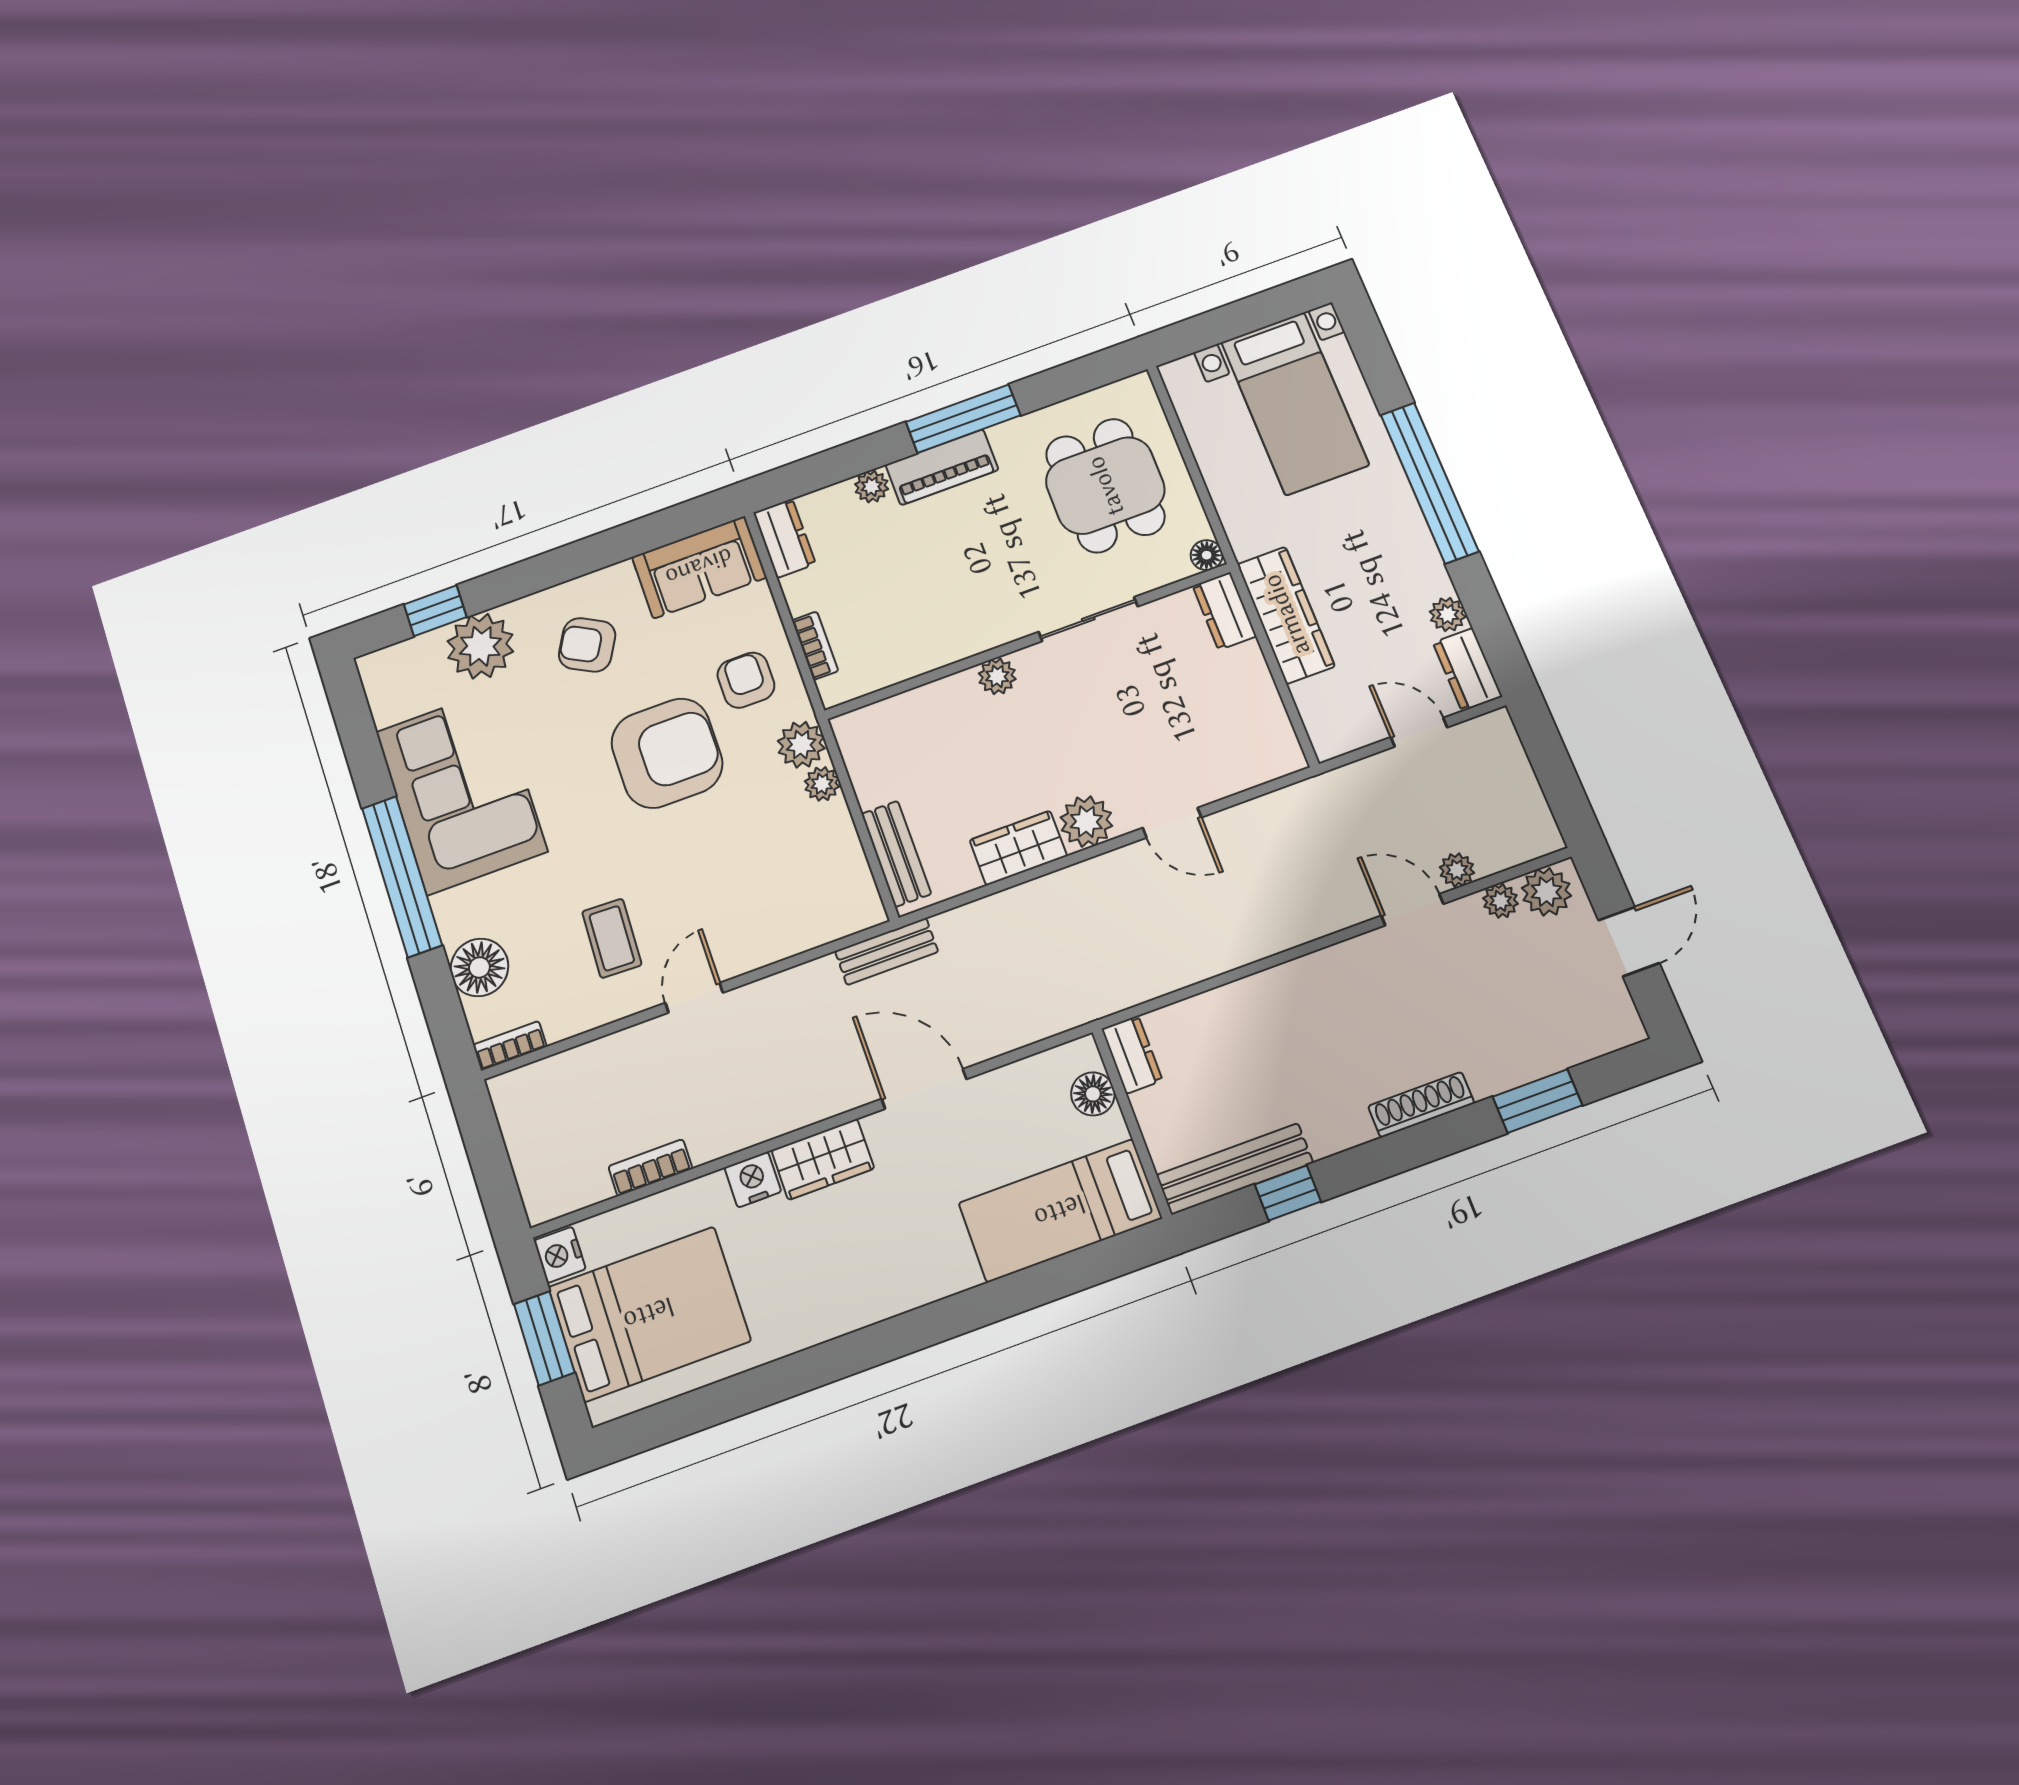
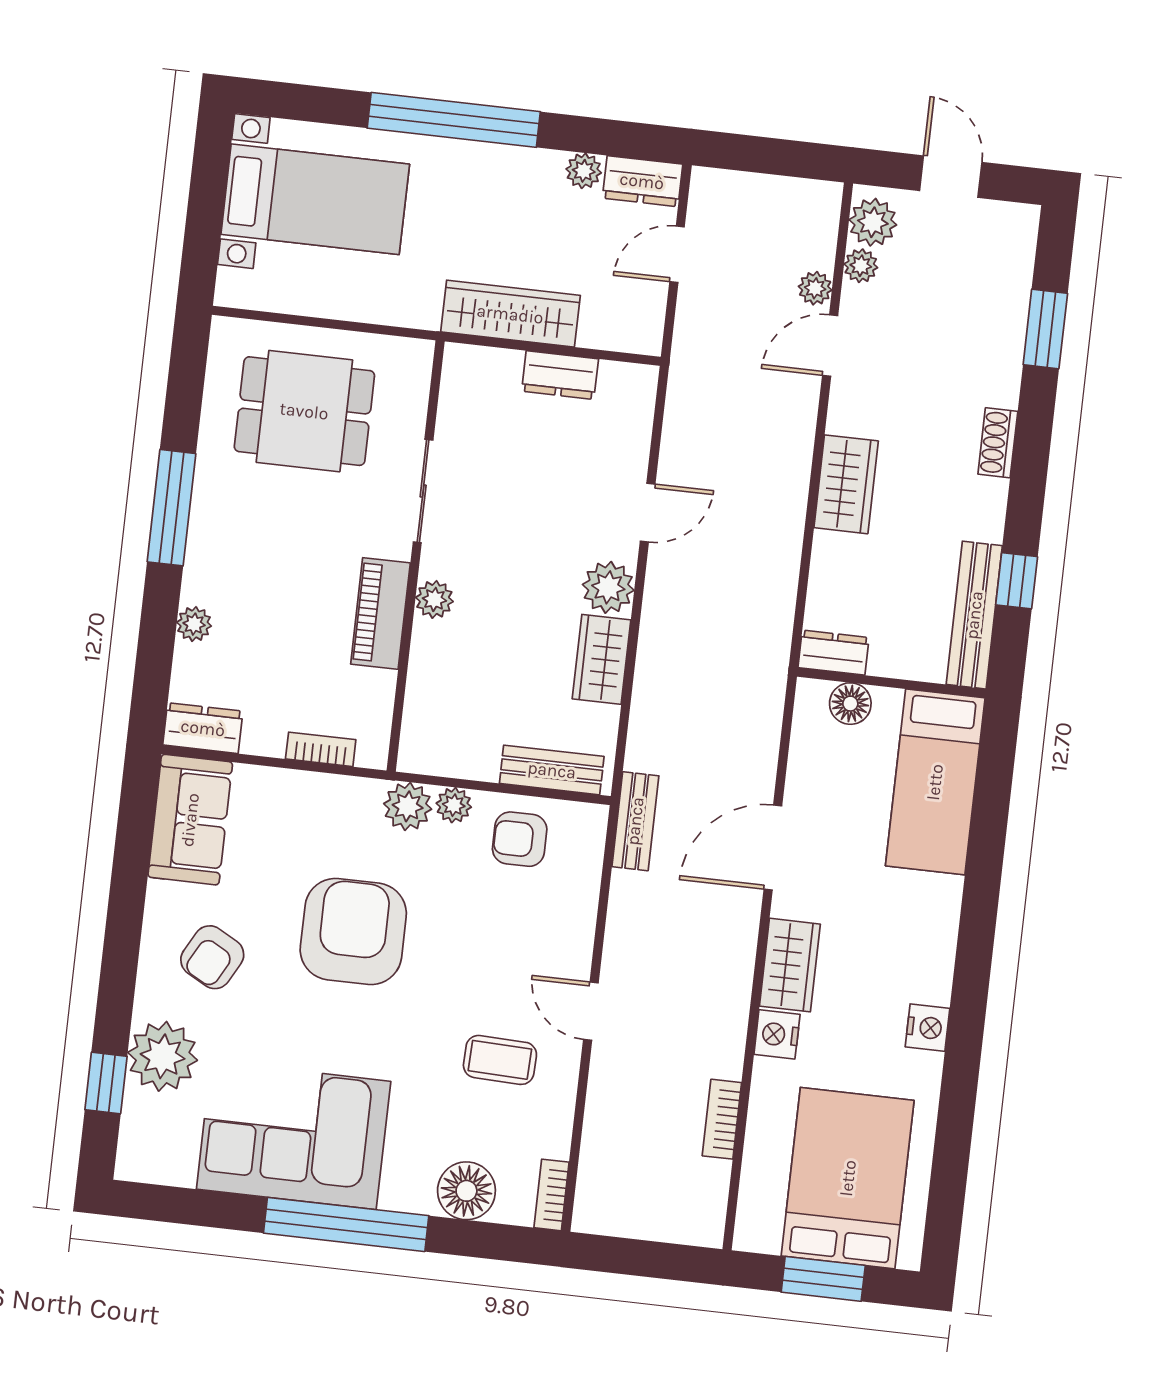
piano: (942, 467) -> (380, 613), moved, turned 180
floor lamp: (1207, 555) -> (418, 354), removed
dresser: (1225, 611) -> (560, 375), moved
armchair: (746, 680) -> (520, 839), moved
wardrobe: (1293, 988) -> (846, 484), added
shoe rack: (1421, 1105) -> (998, 443), width x0.70
nightstand: (560, 1255) -> (927, 1028), moved, turned -90

